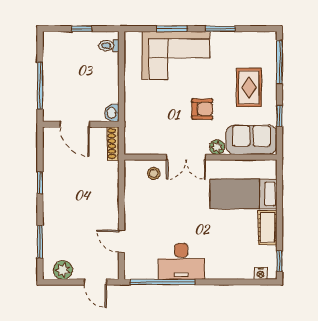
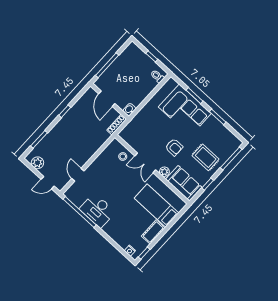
rug: (249, 88) -> (206, 157), turned 90
door: (95, 282) -> (48, 183), hinge flipped

